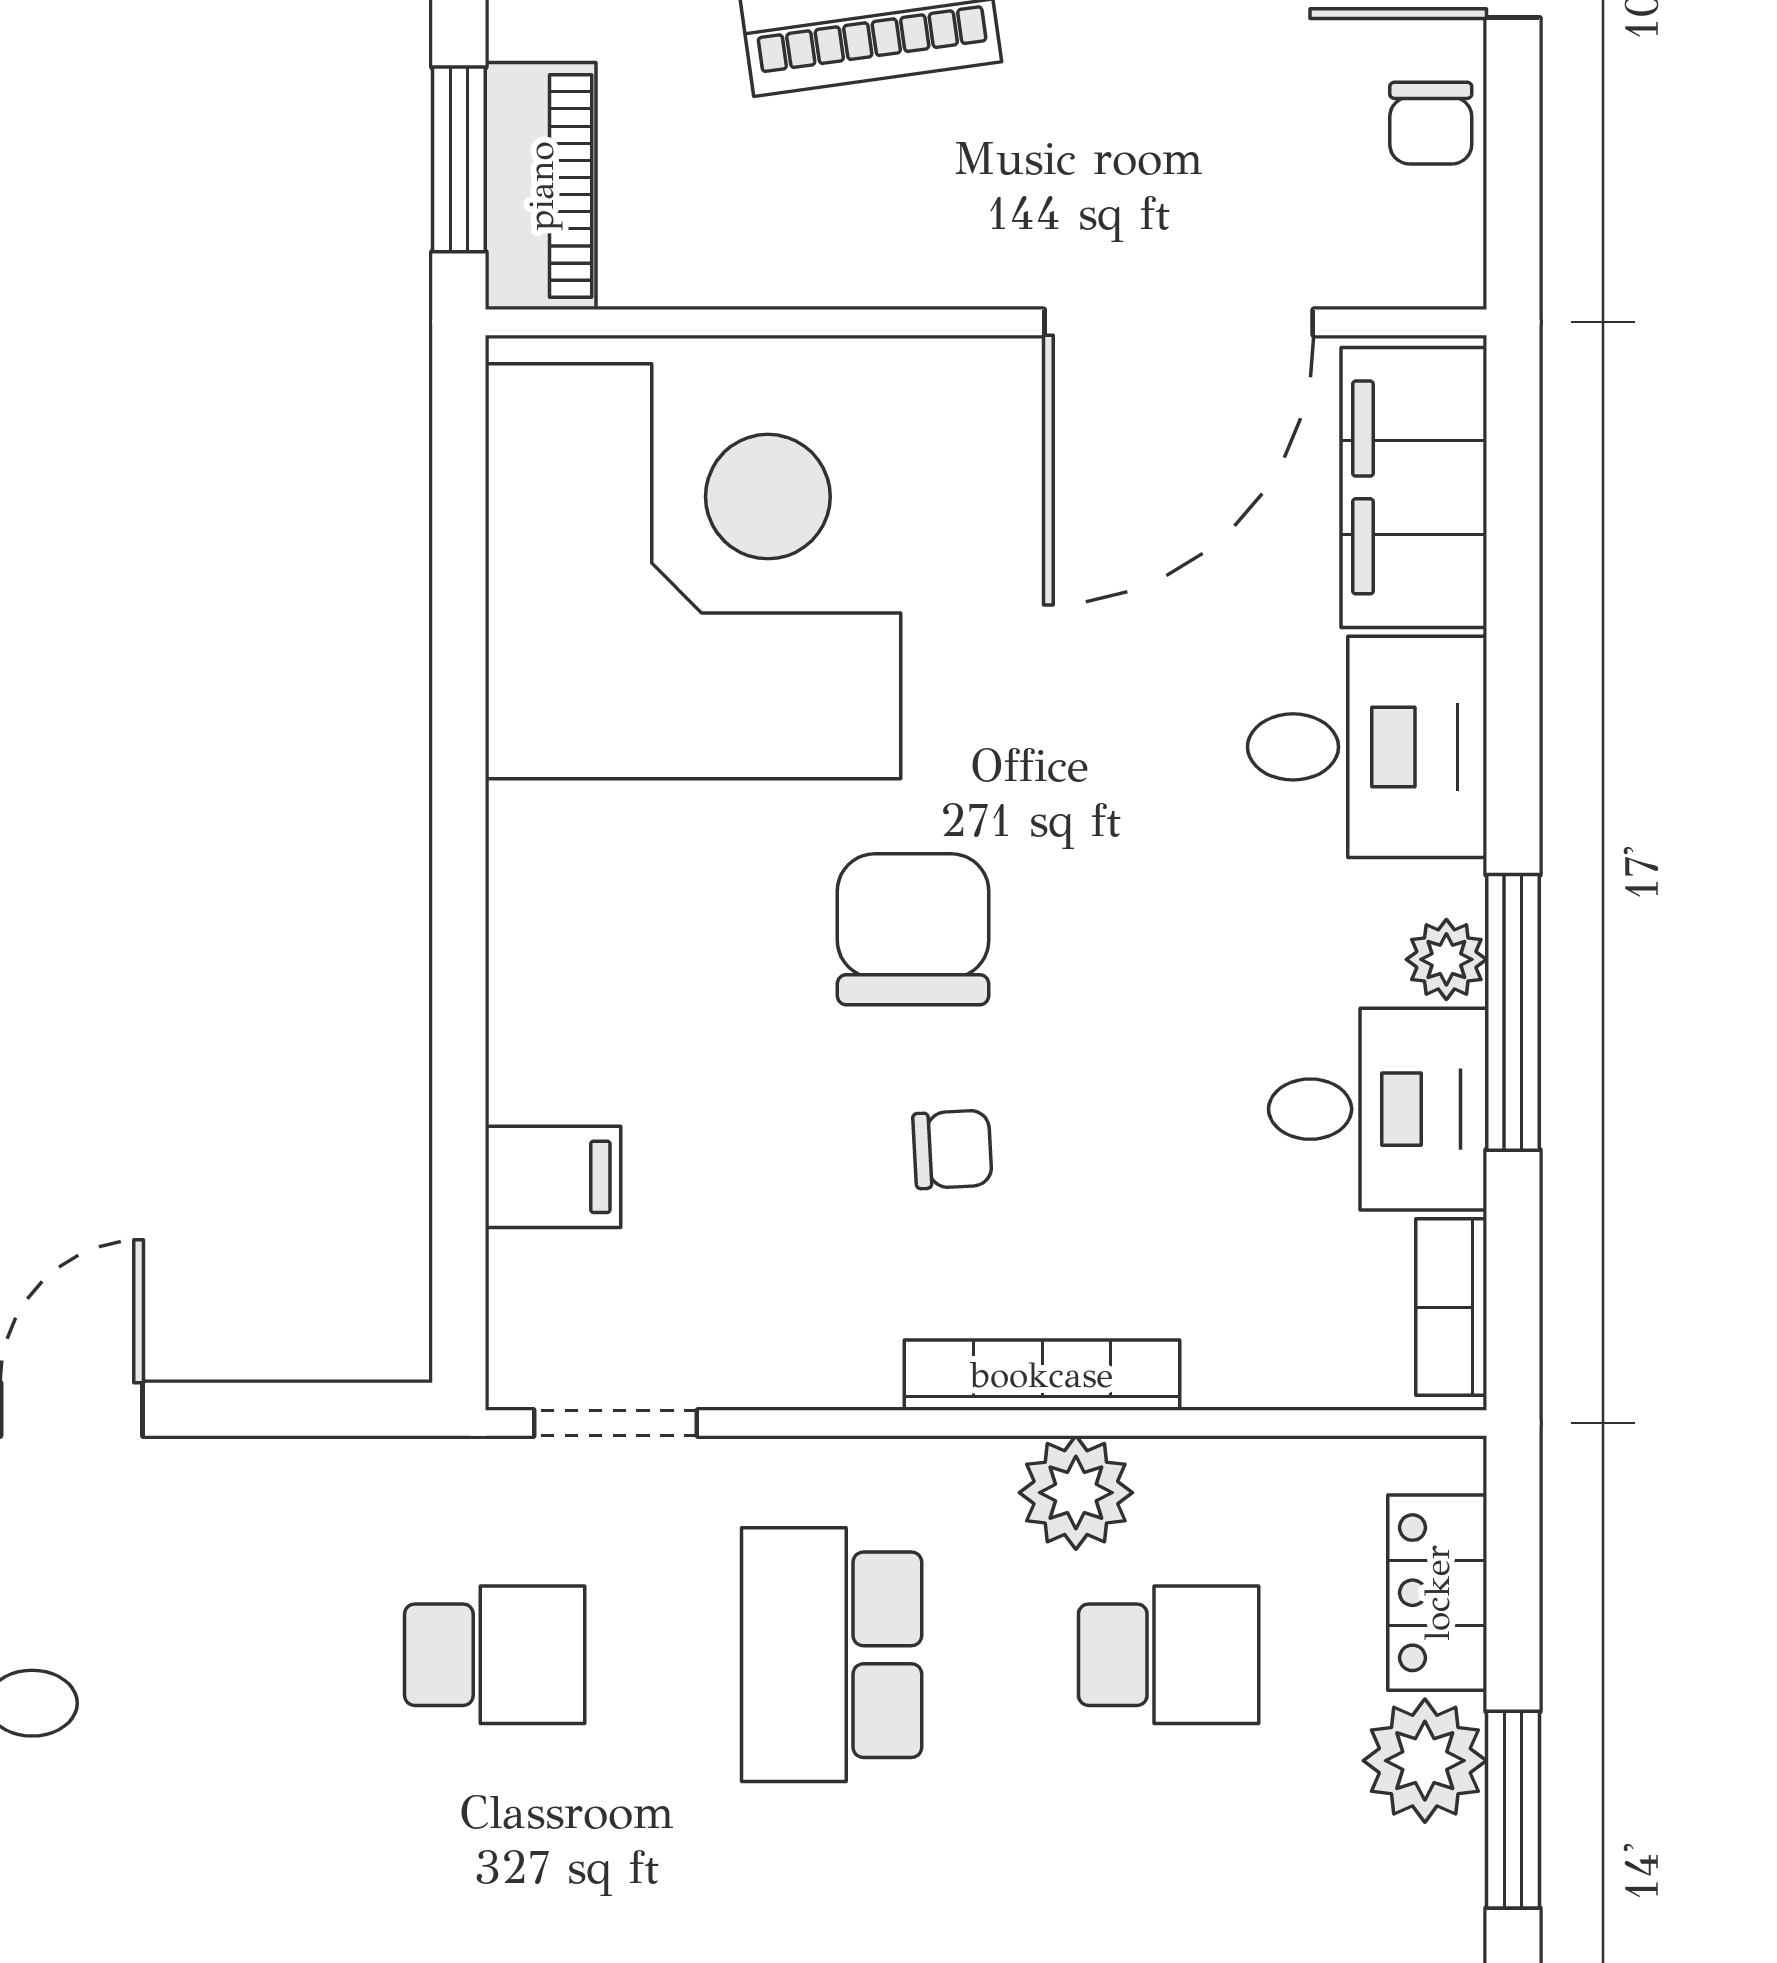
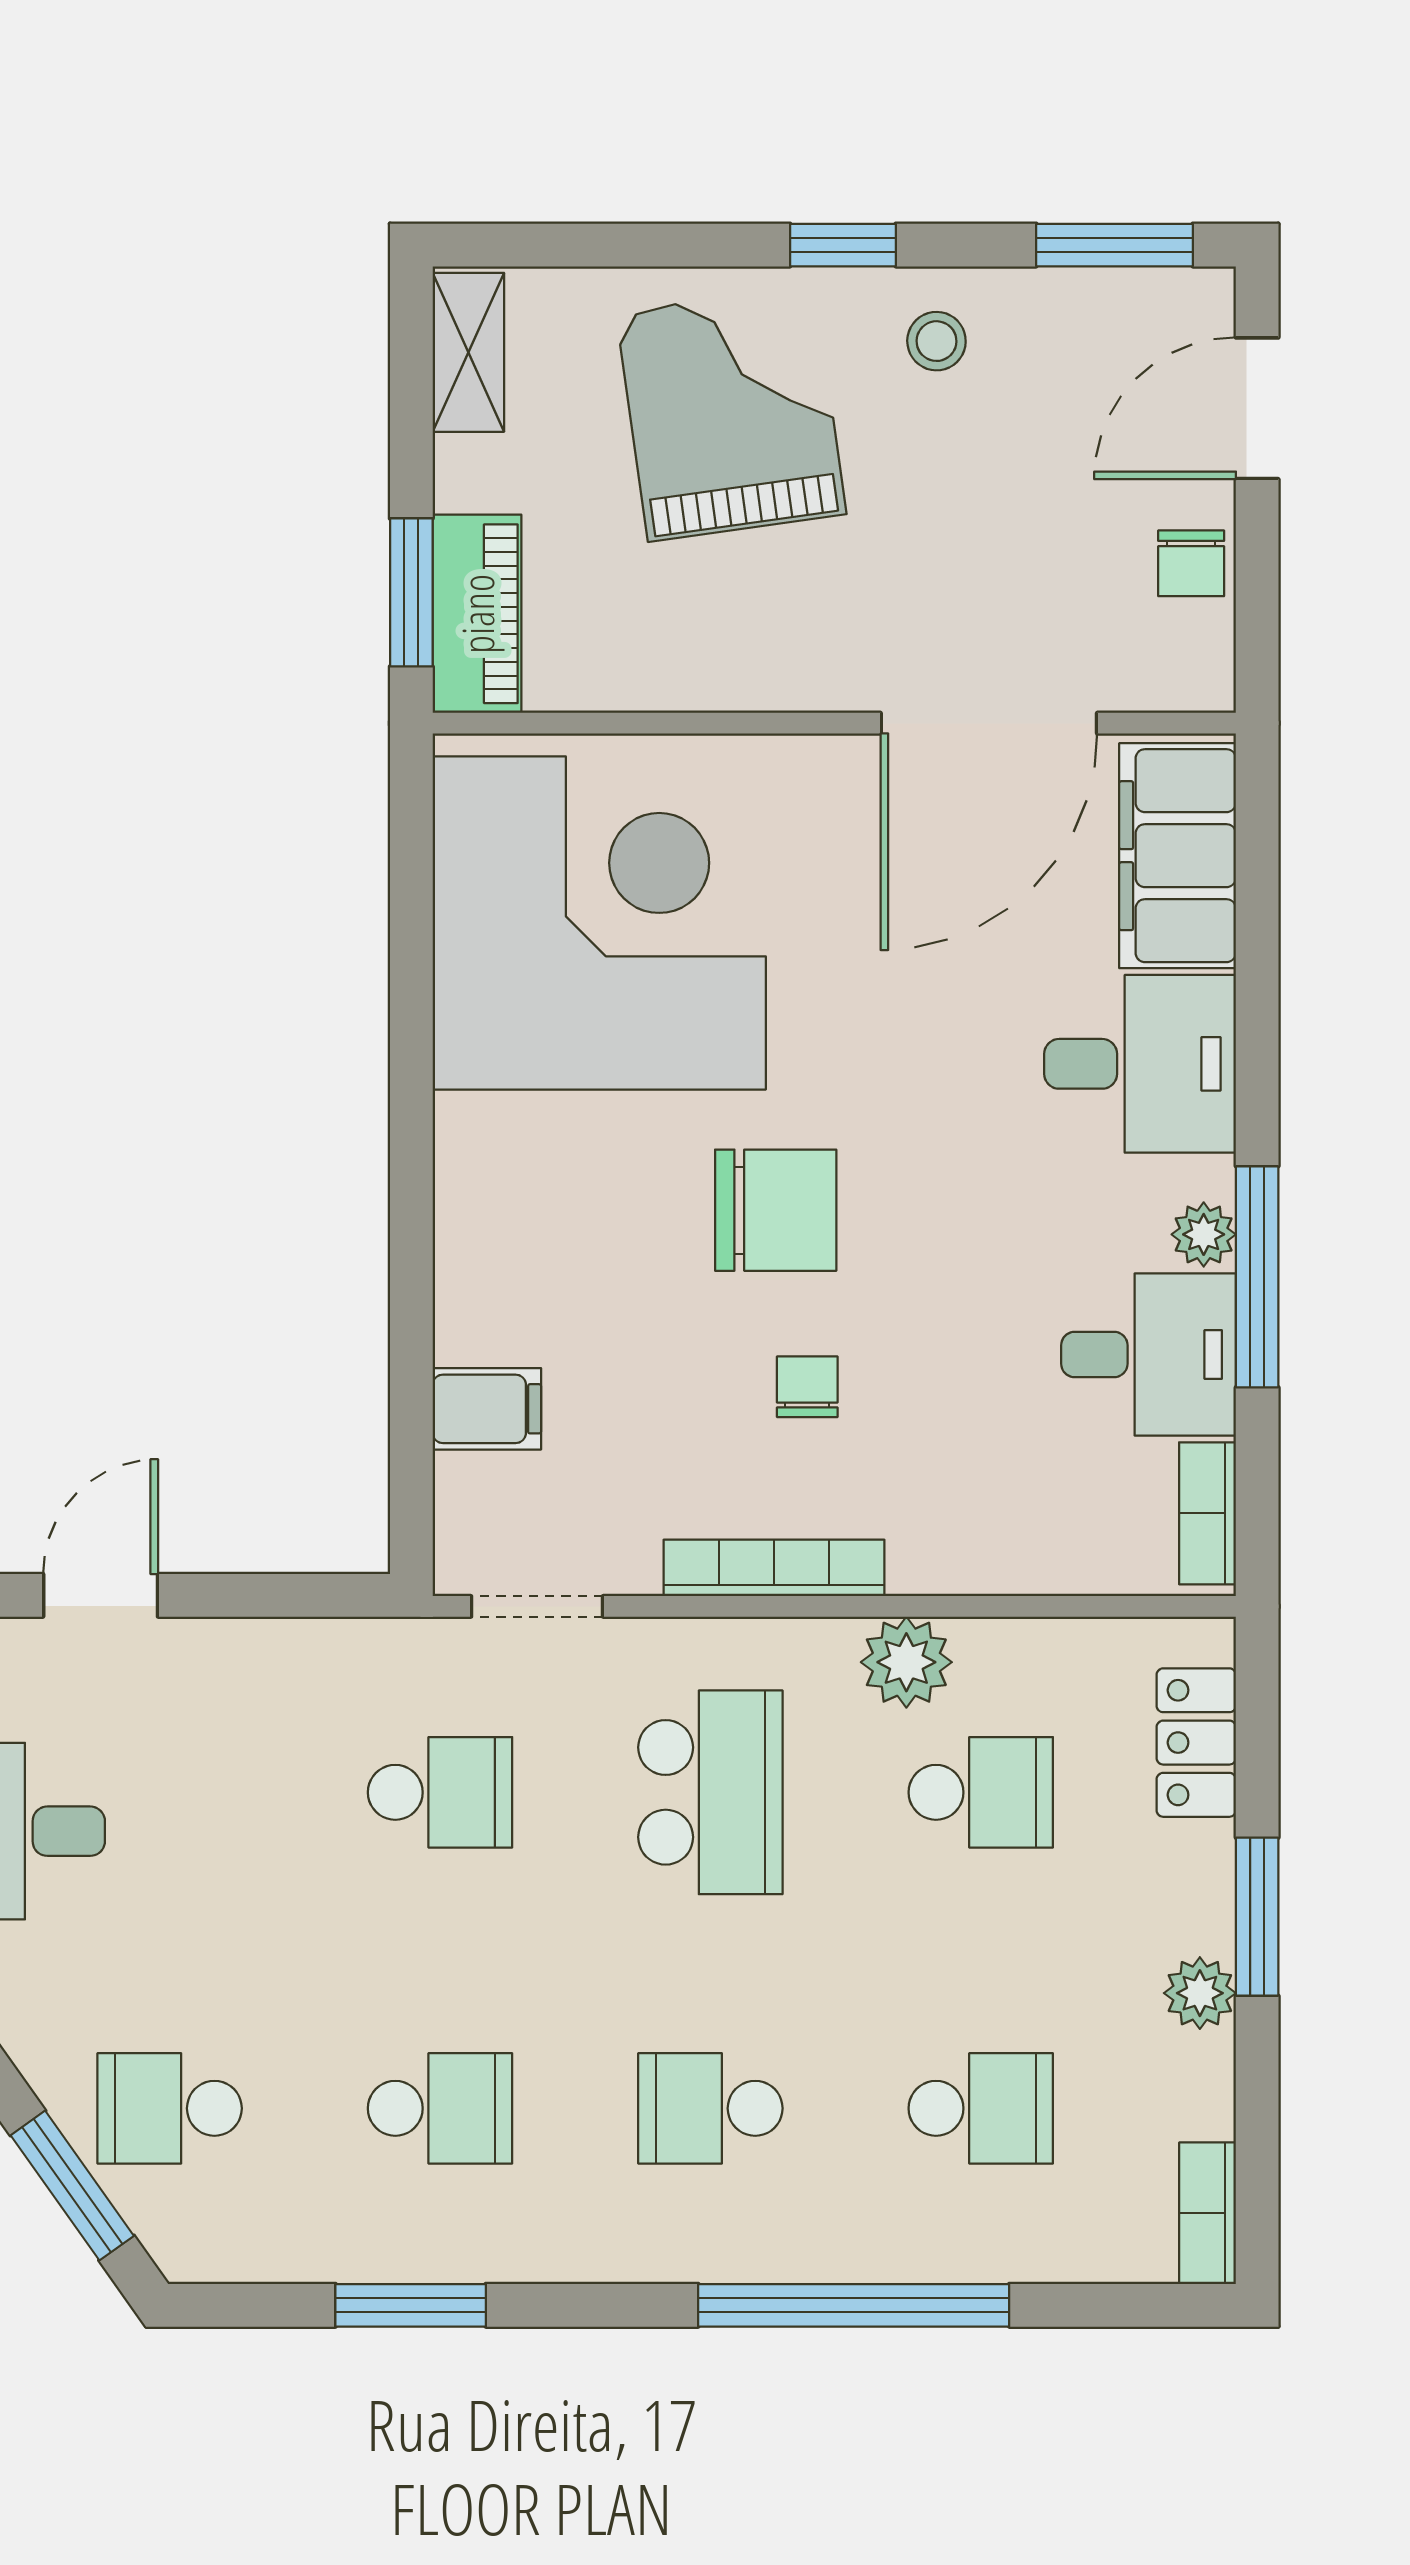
chair: (913, 929) -> (776, 1210), turned 90
chair: (952, 1149) -> (807, 1387), turned -87
bookcase: (1042, 1375) -> (774, 1568), moved
school desk: (832, 1655) -> (710, 1792), turned 180
plant: (1425, 1761) -> (1200, 1993), moved, width x0.73, depth x0.73

